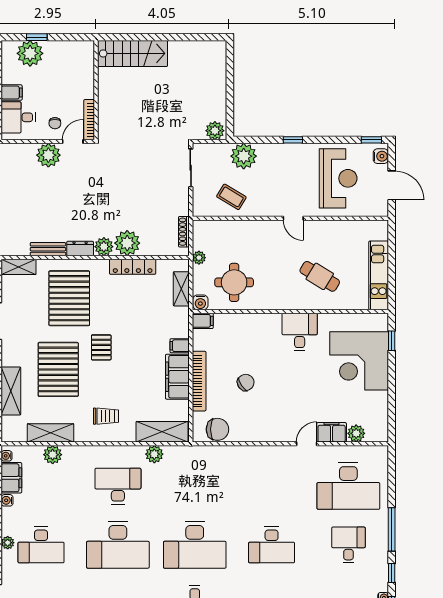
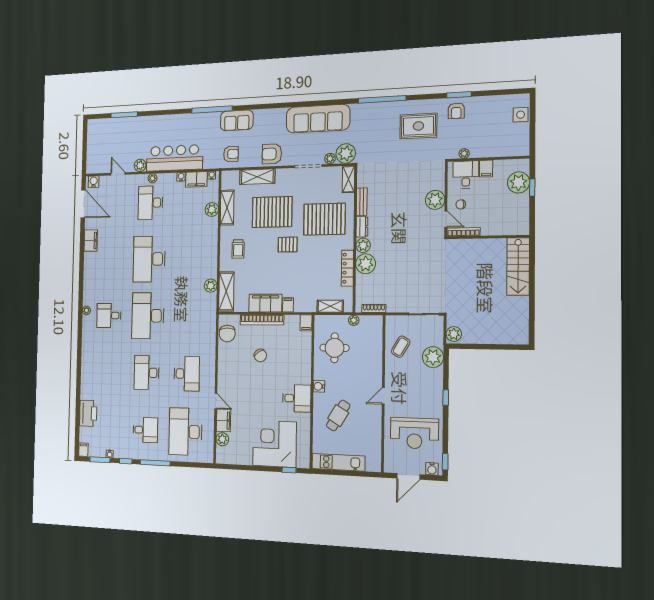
water cooler: (200, 302) -> (319, 386), moved
desk: (118, 486) -> (187, 374), moved

